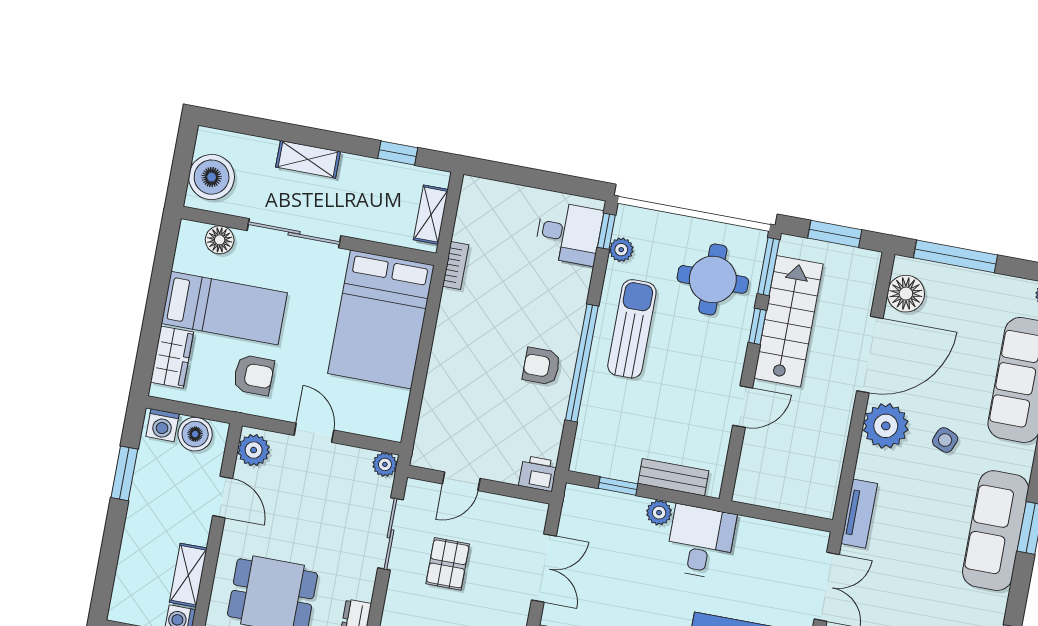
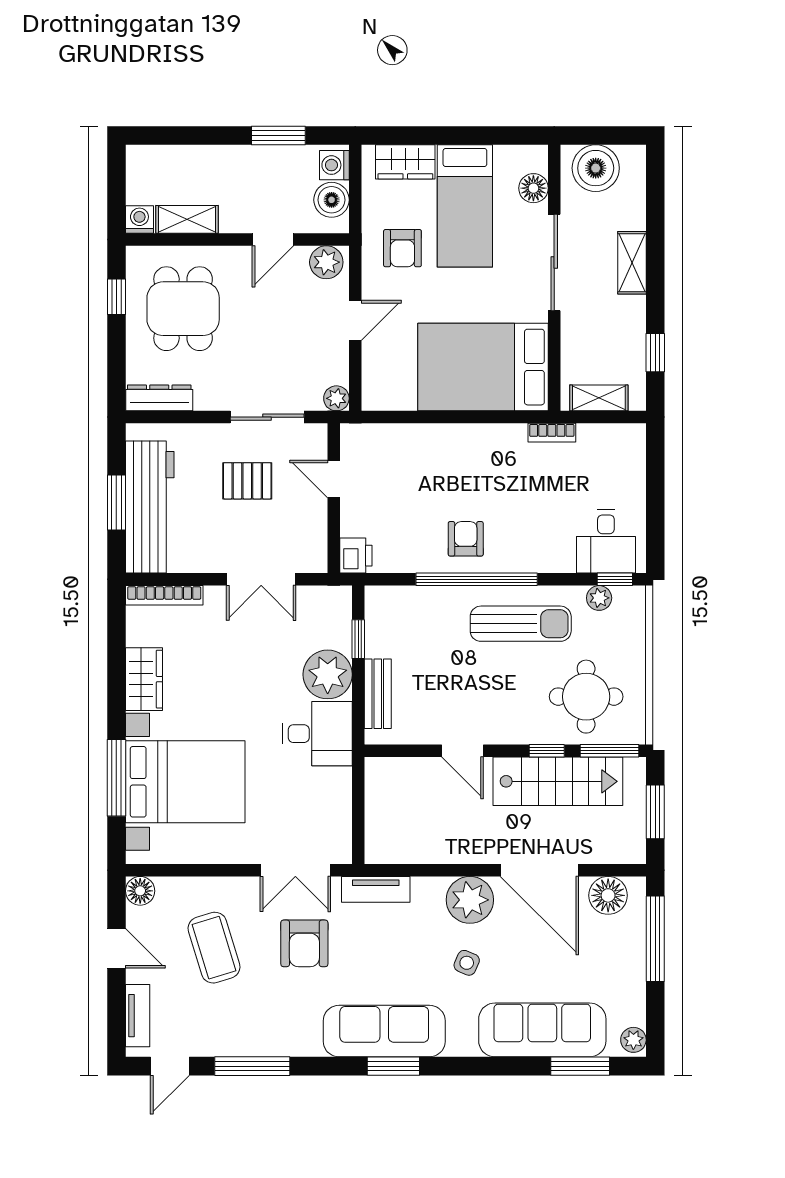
plant: (659, 513) -> (328, 674), width x1.87, depth x1.87
armchair: (898, 591) -> (304, 943), added

